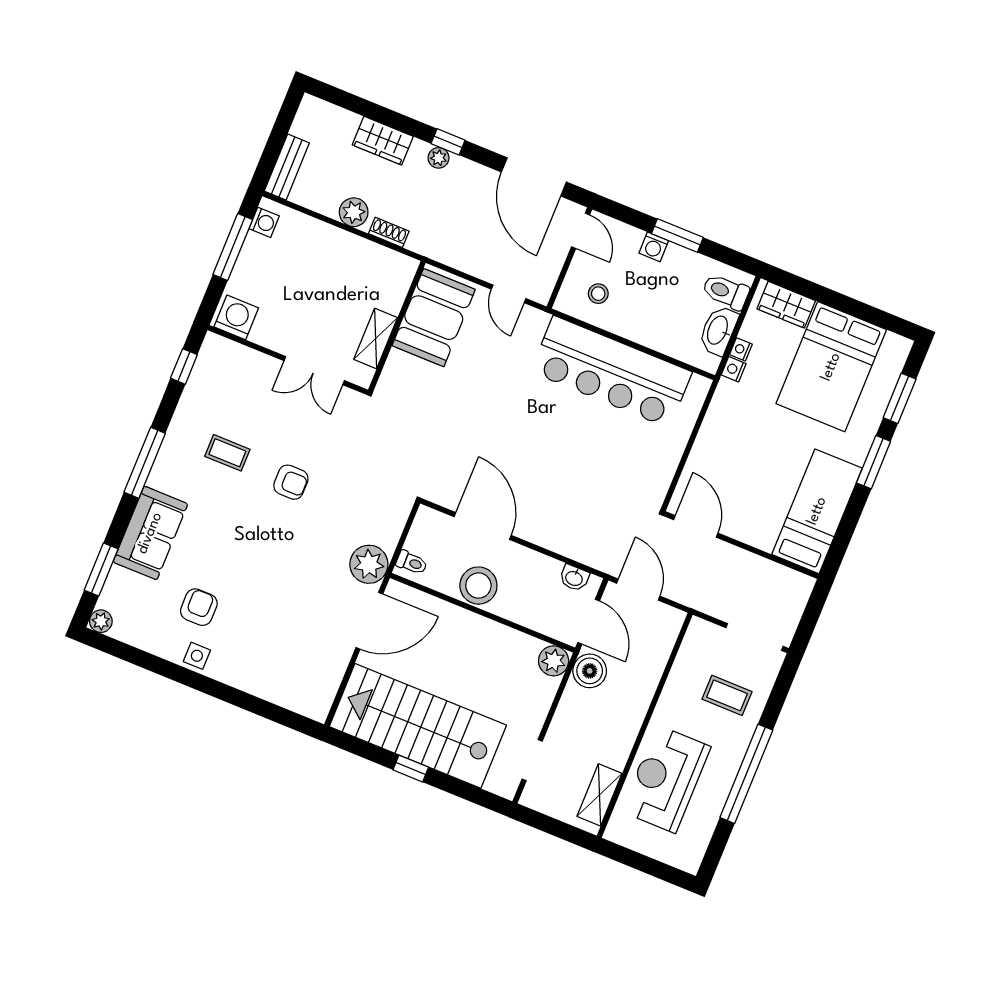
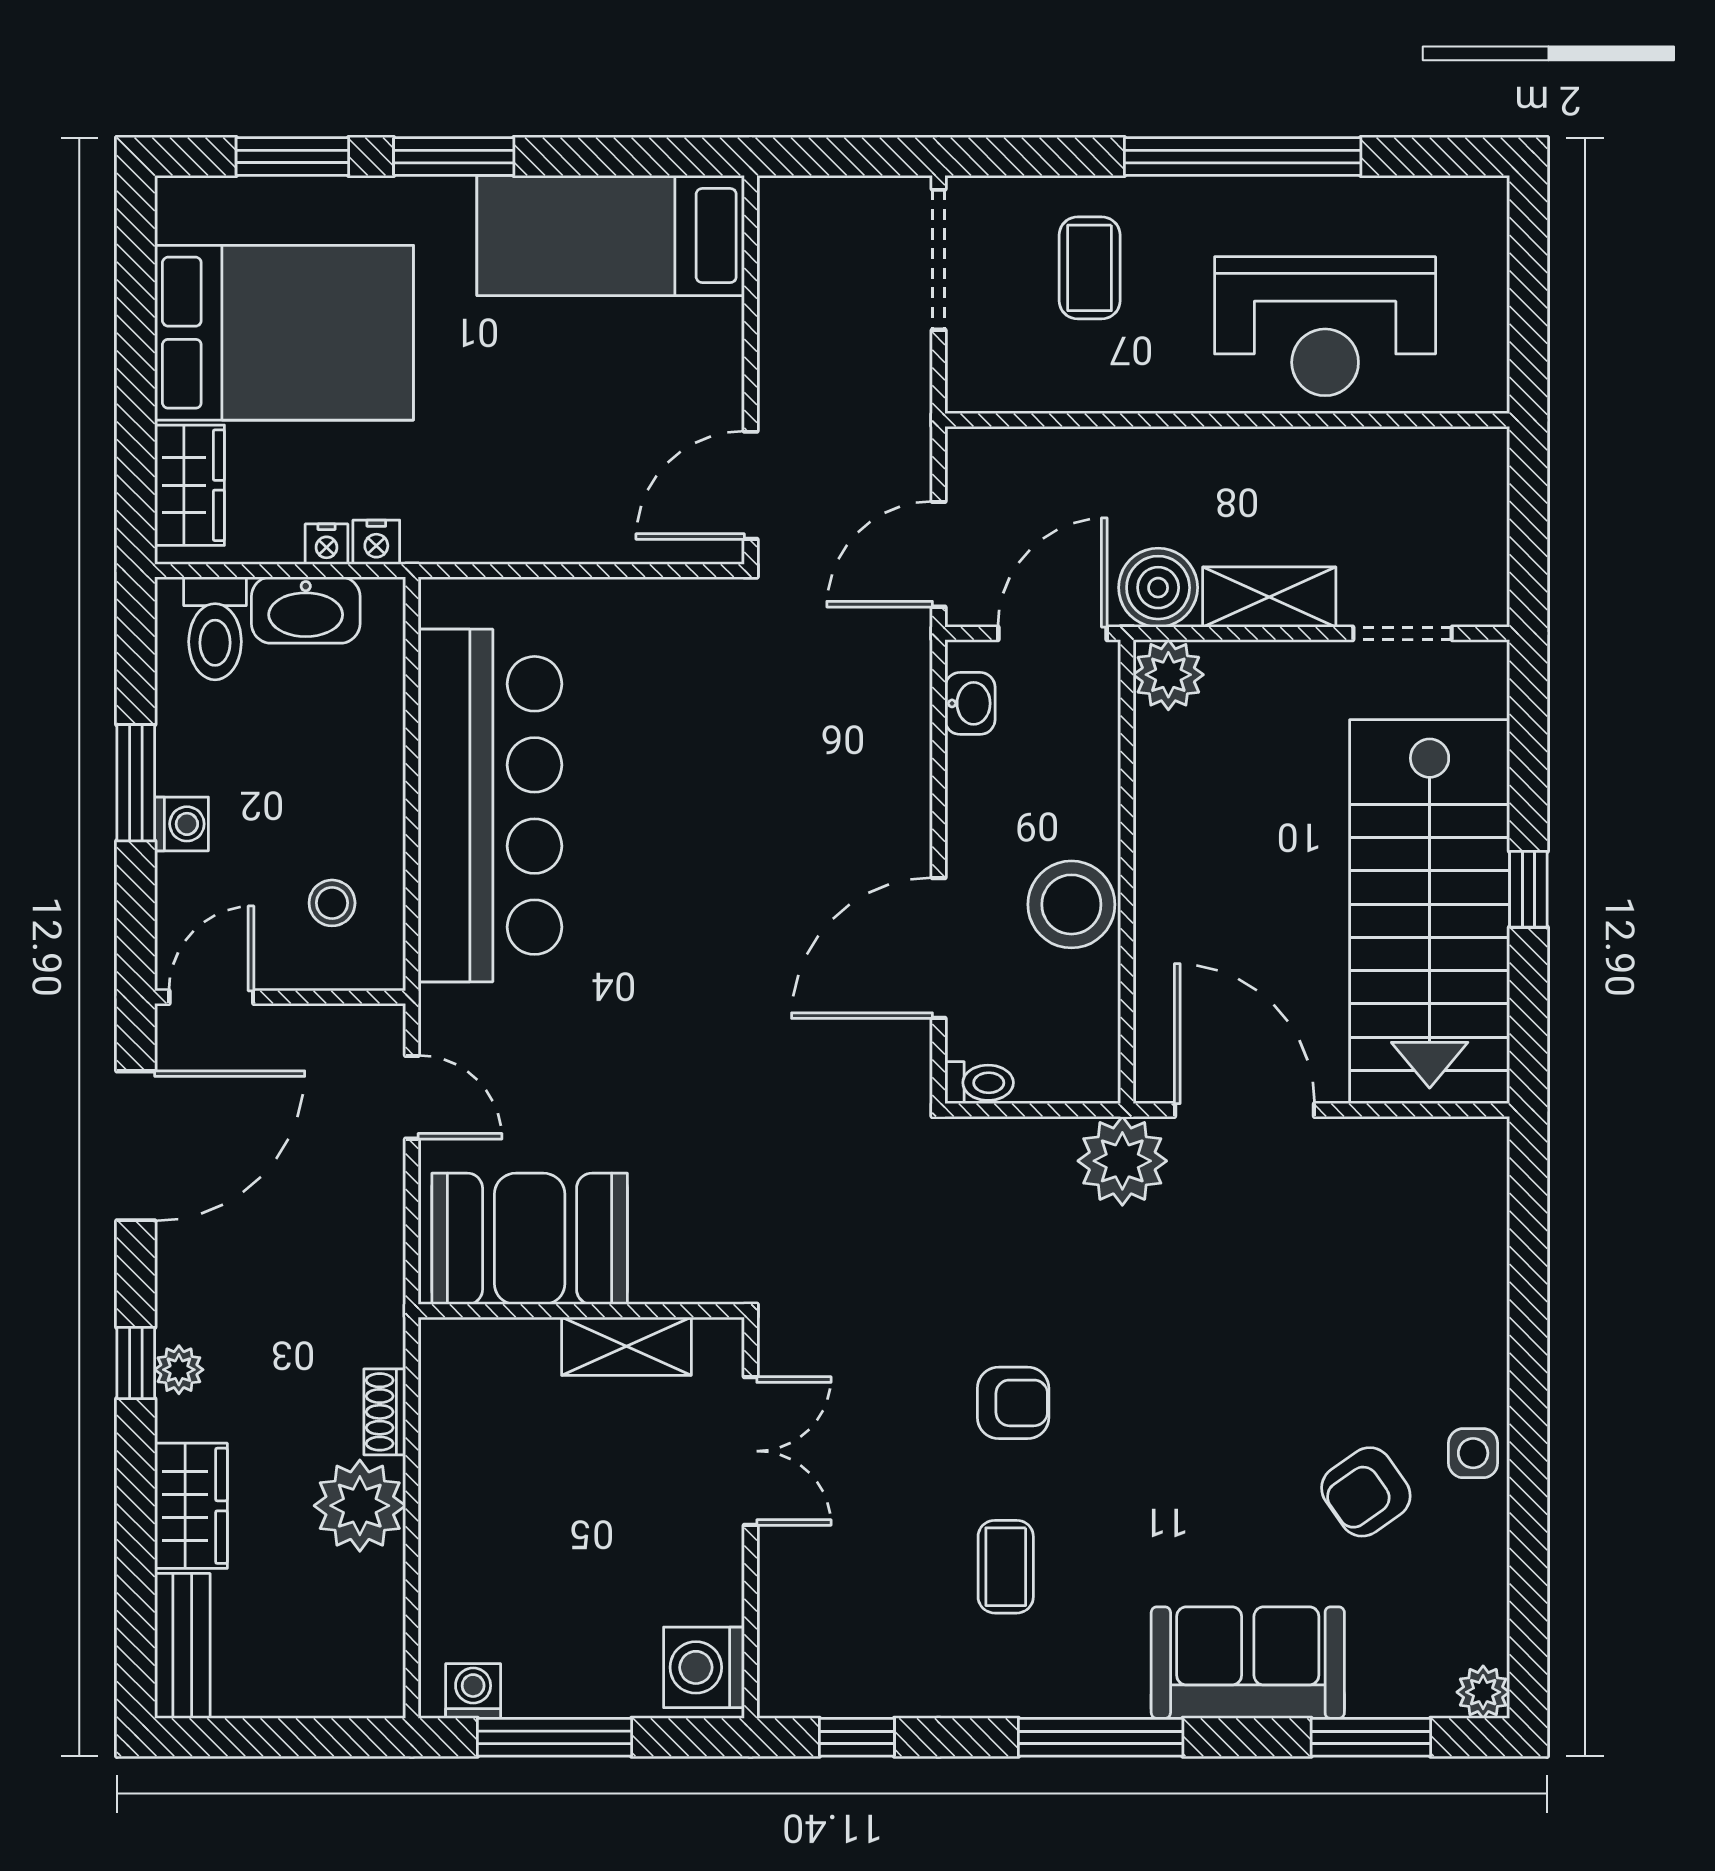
bench: (287, 167) -> (182, 1646), moved, turned 90
plant: (354, 212) -> (360, 1506), width x1.36, depth x1.36
door: (509, 294) -> (412, 1097), hinge flipped
armchair: (291, 482) -> (1013, 1403), turned 90
toilet: (412, 563) -> (979, 1083), moved, turned 90
armchair: (199, 607) -> (1366, 1492), turned -35
shelving: (600, 795) -> (1269, 597), moved

